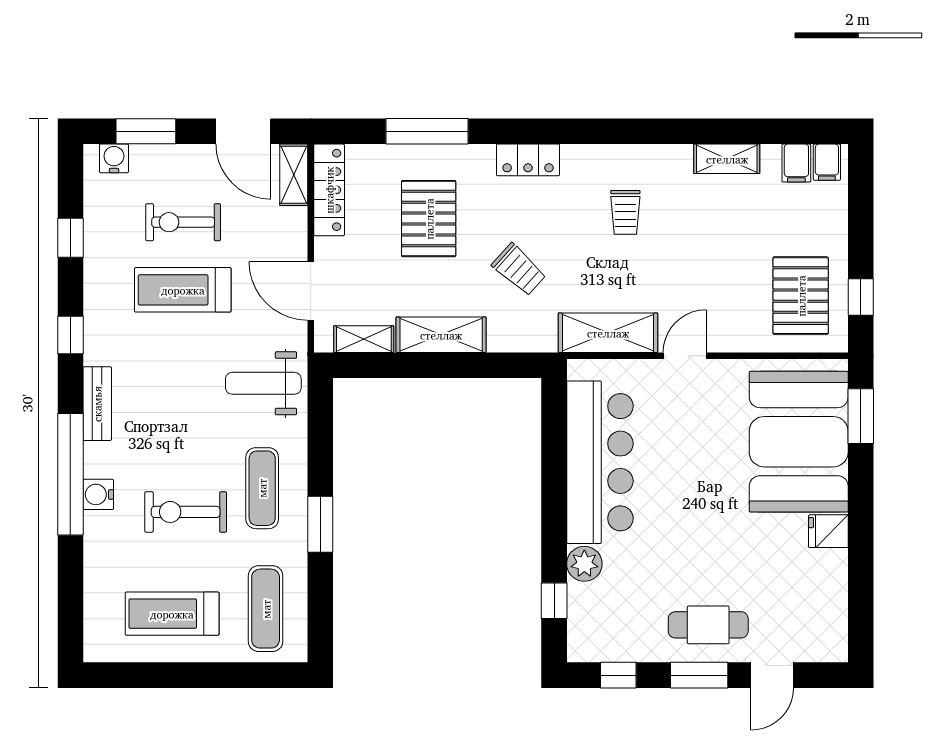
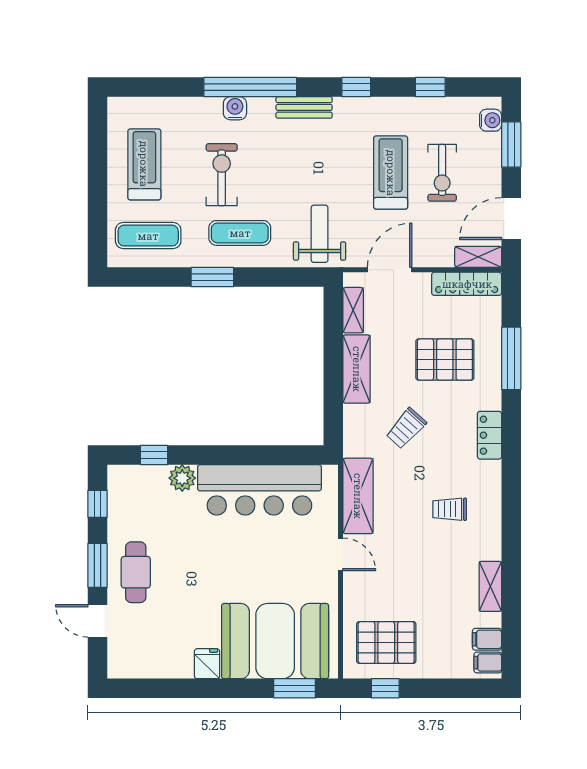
exercise bike: (183, 222) -> (442, 173), turned 180

